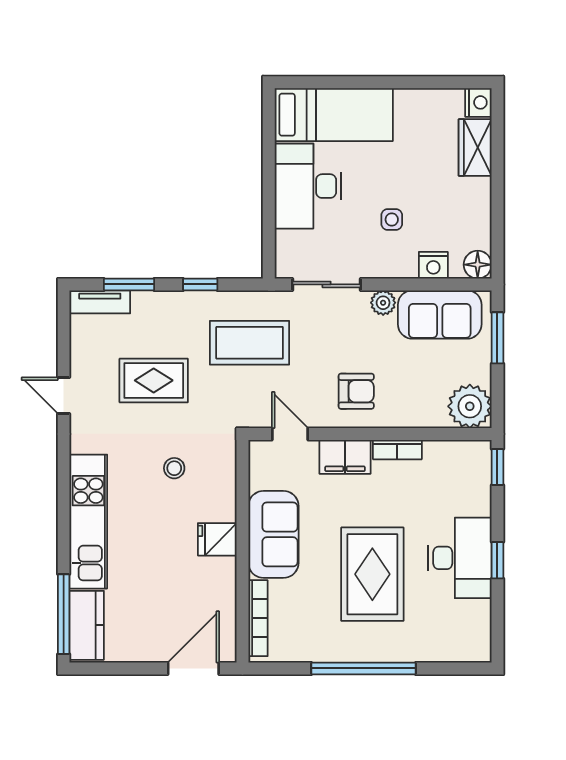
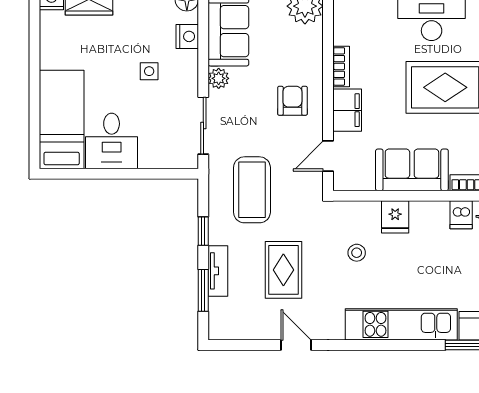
desk: (308, 186) -> (112, 141), width x0.73
tv unit: (100, 302) -> (218, 271), moved
door: (64, 396) -> (296, 345), swing flipped
fridge: (217, 539) -> (395, 217), moved
dishwasher: (220, 593) -> (461, 215), added

